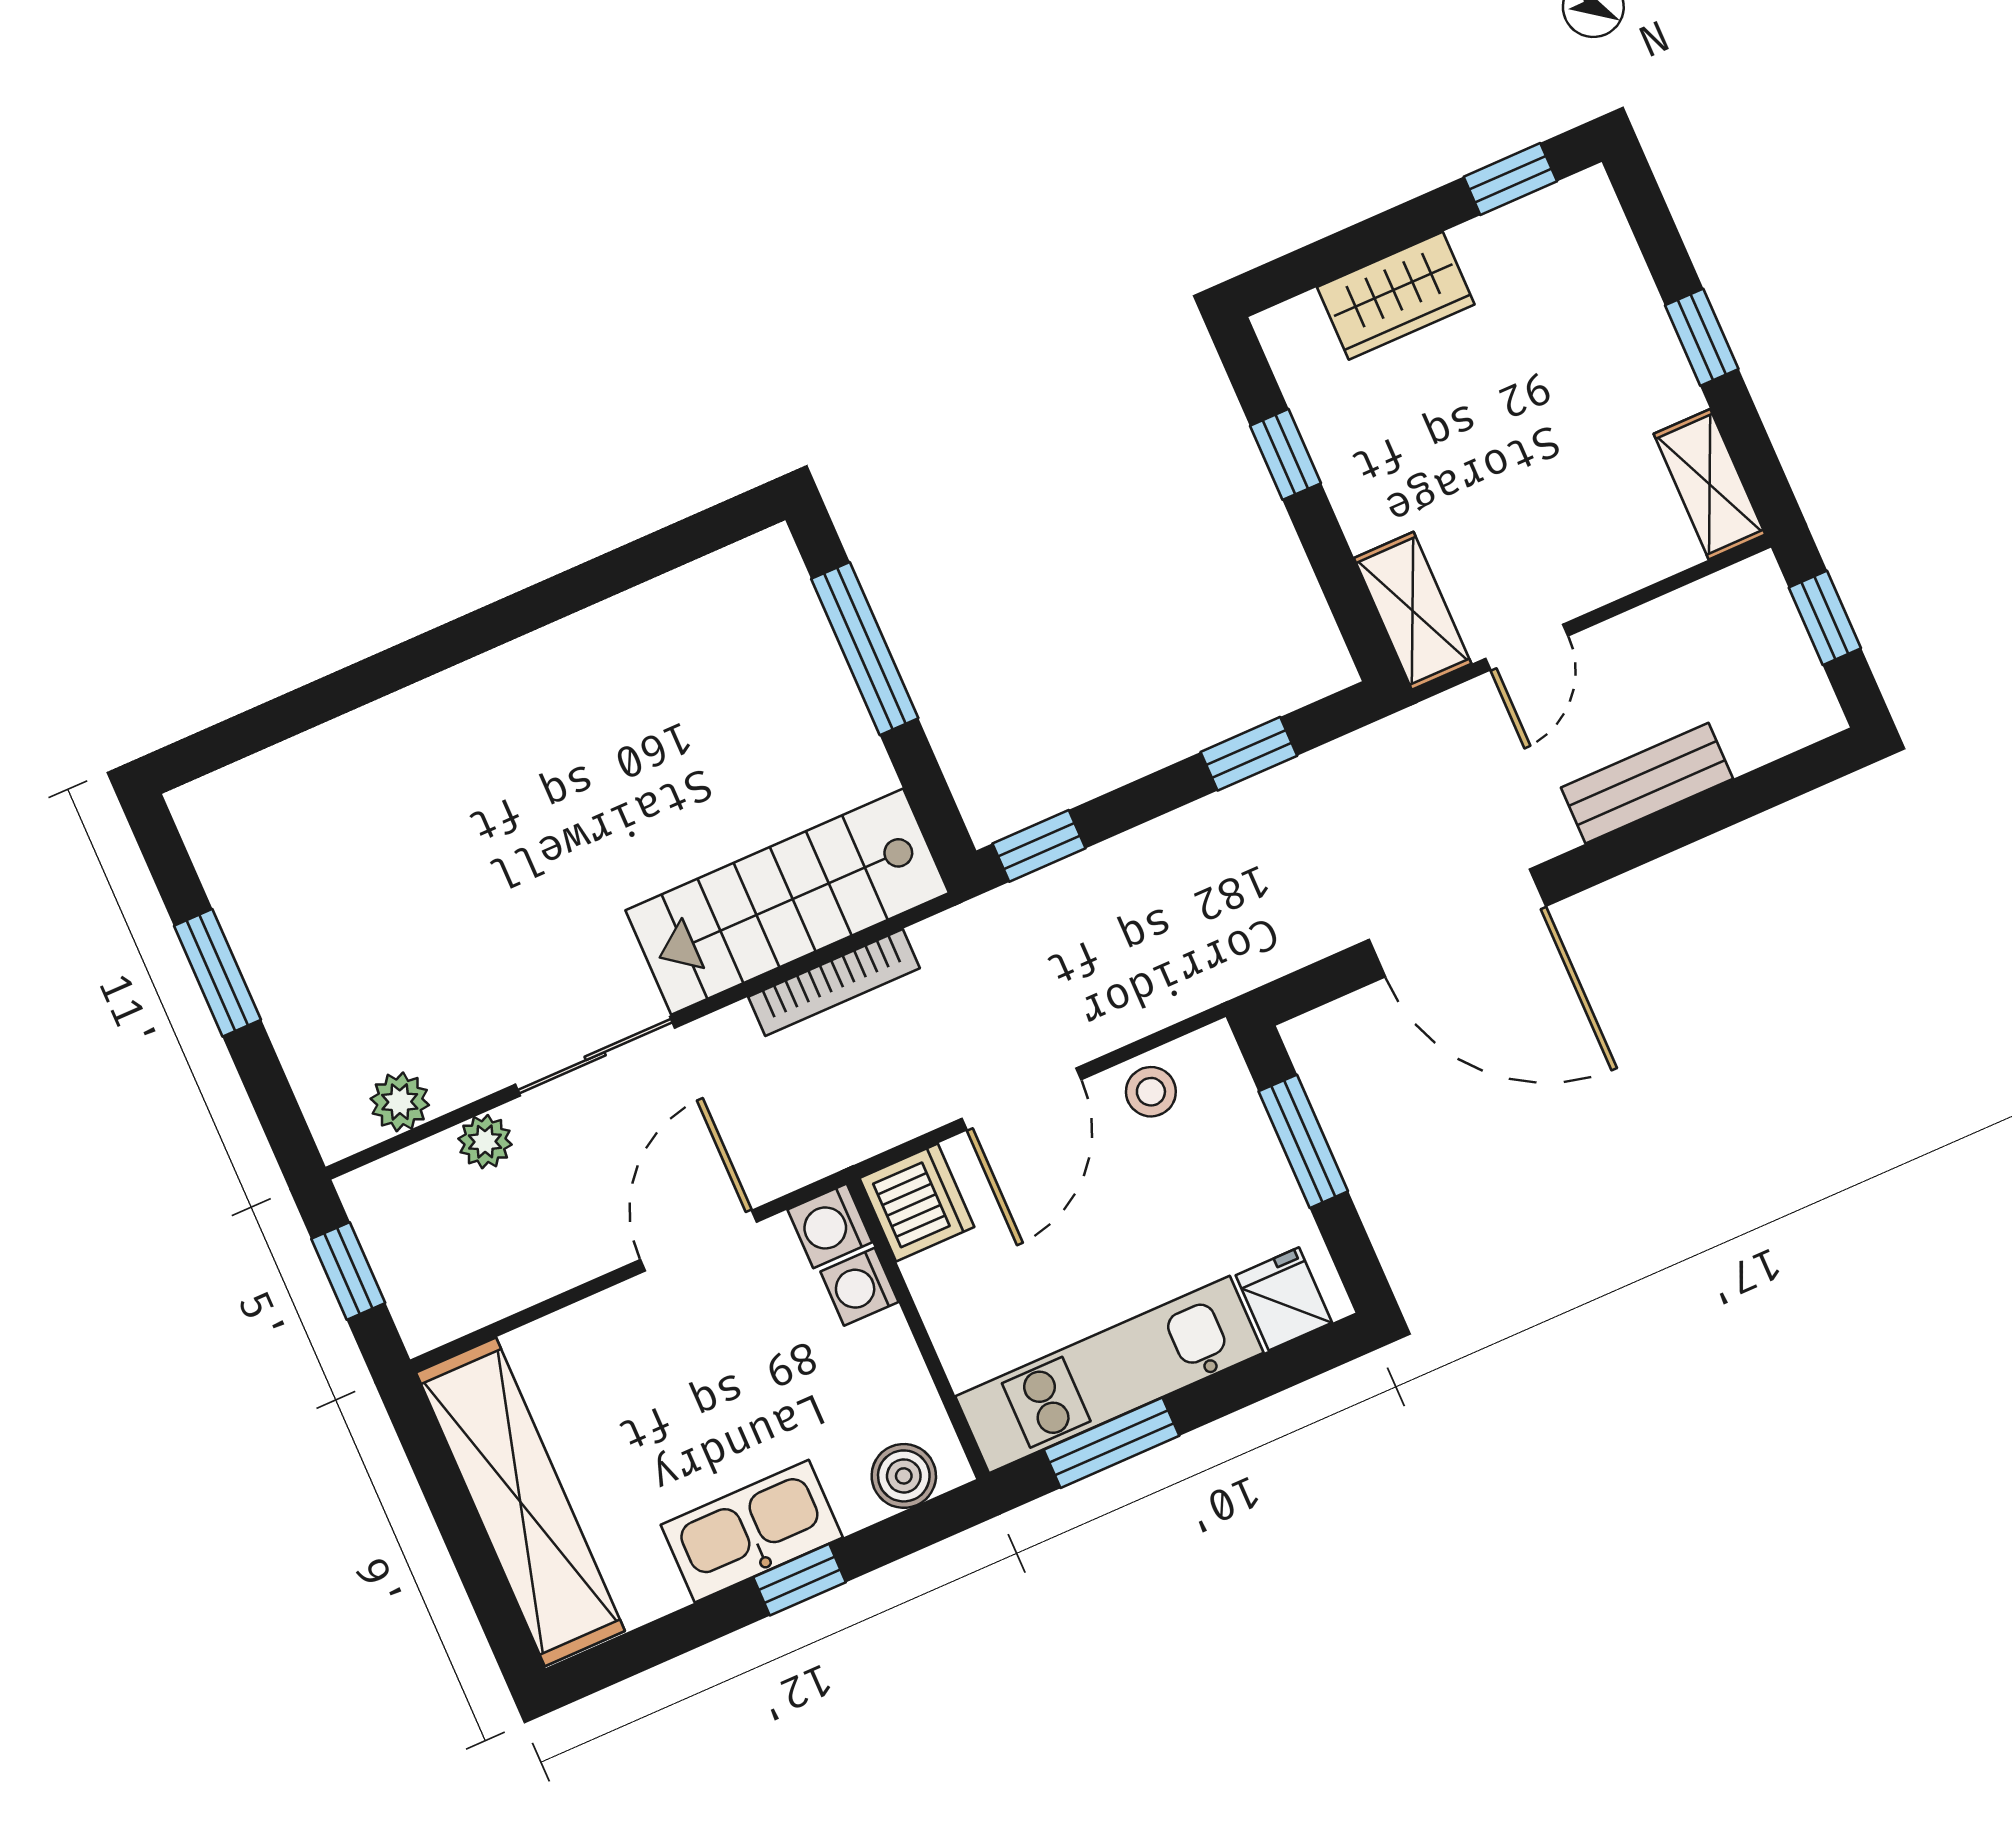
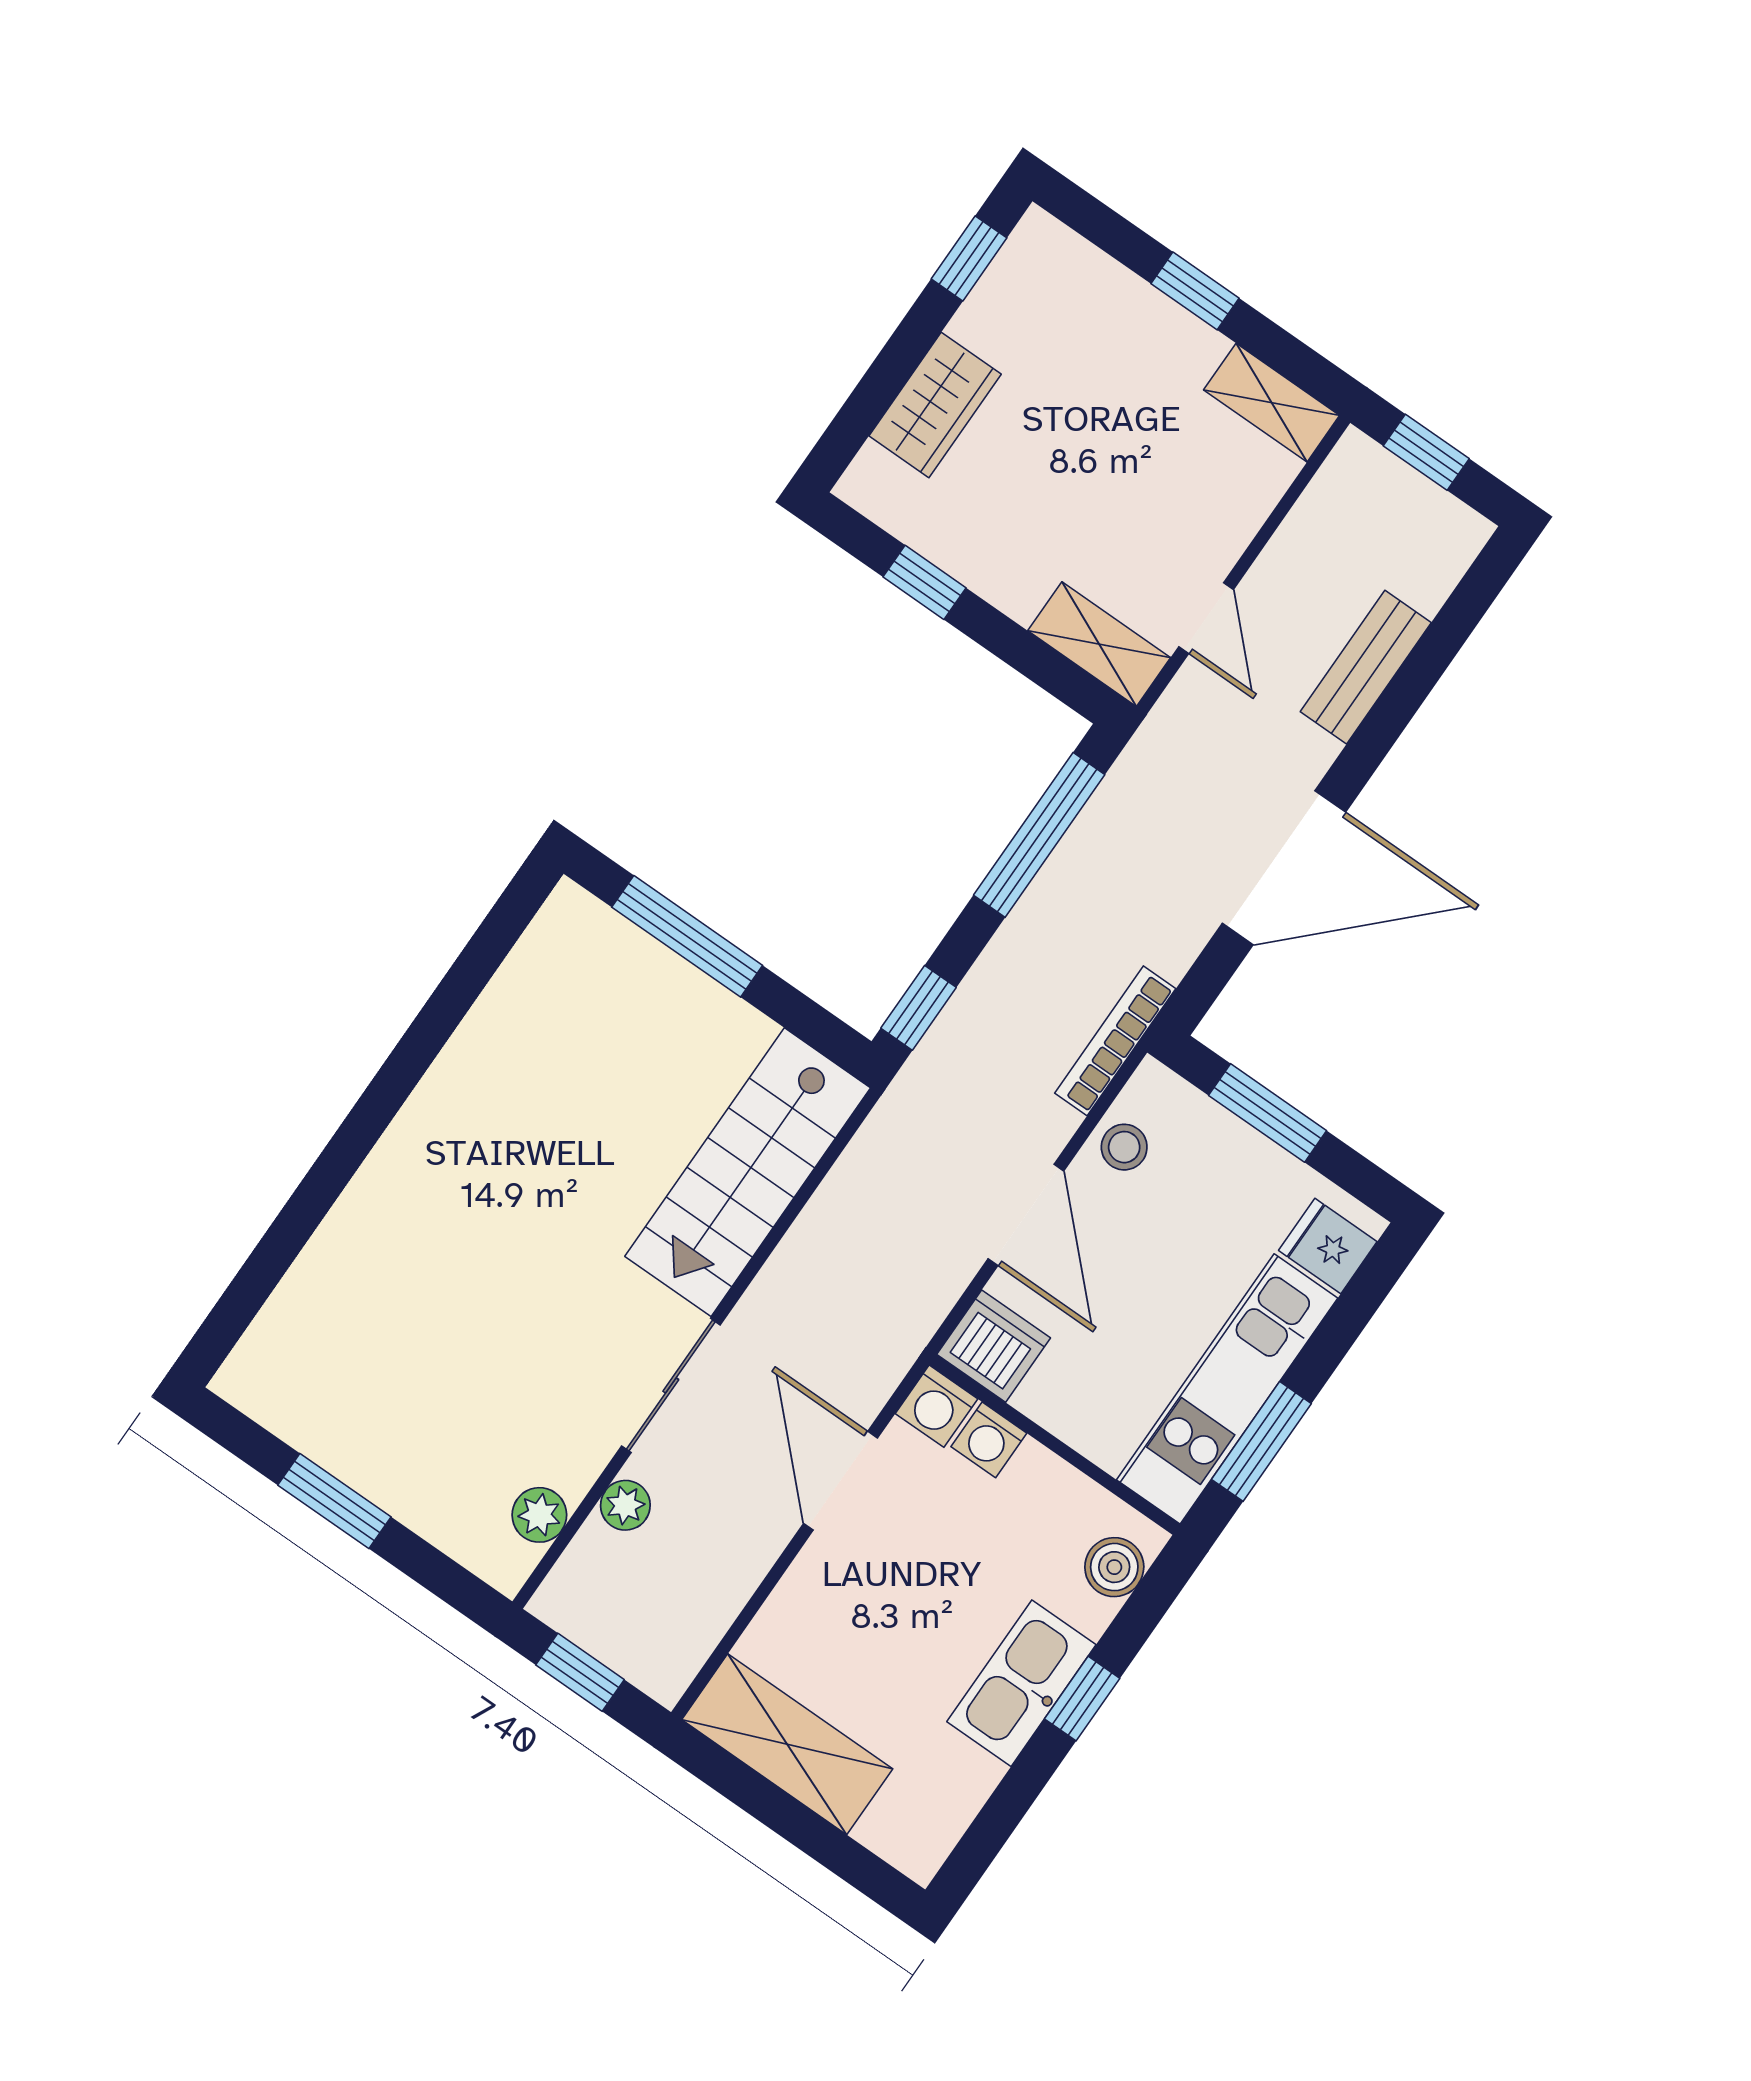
window: (1249, 754) -> (1039, 835), width x2.17
bookcase: (834, 983) -> (1115, 1041), moved, turned 180
shelving: (520, 1502) -> (787, 1744), width x0.68

